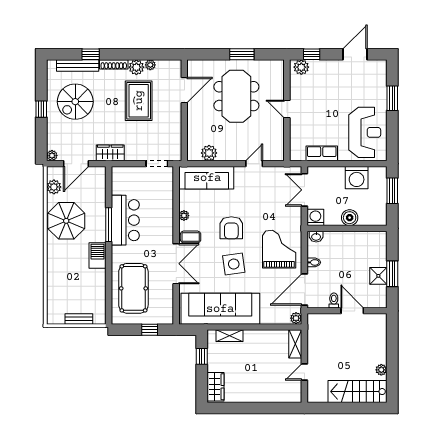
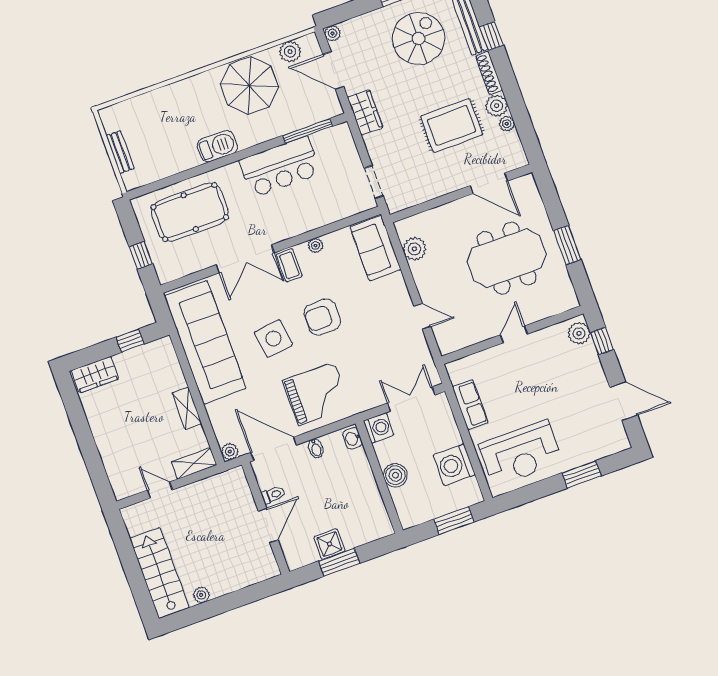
spiral stairs: (75, 102) -> (419, 39), turned 90
sofa: (207, 178) -> (375, 248), width x0.73
window: (109, 225) -> (308, 131), moved
shelving: (230, 336) -> (187, 408), moved

